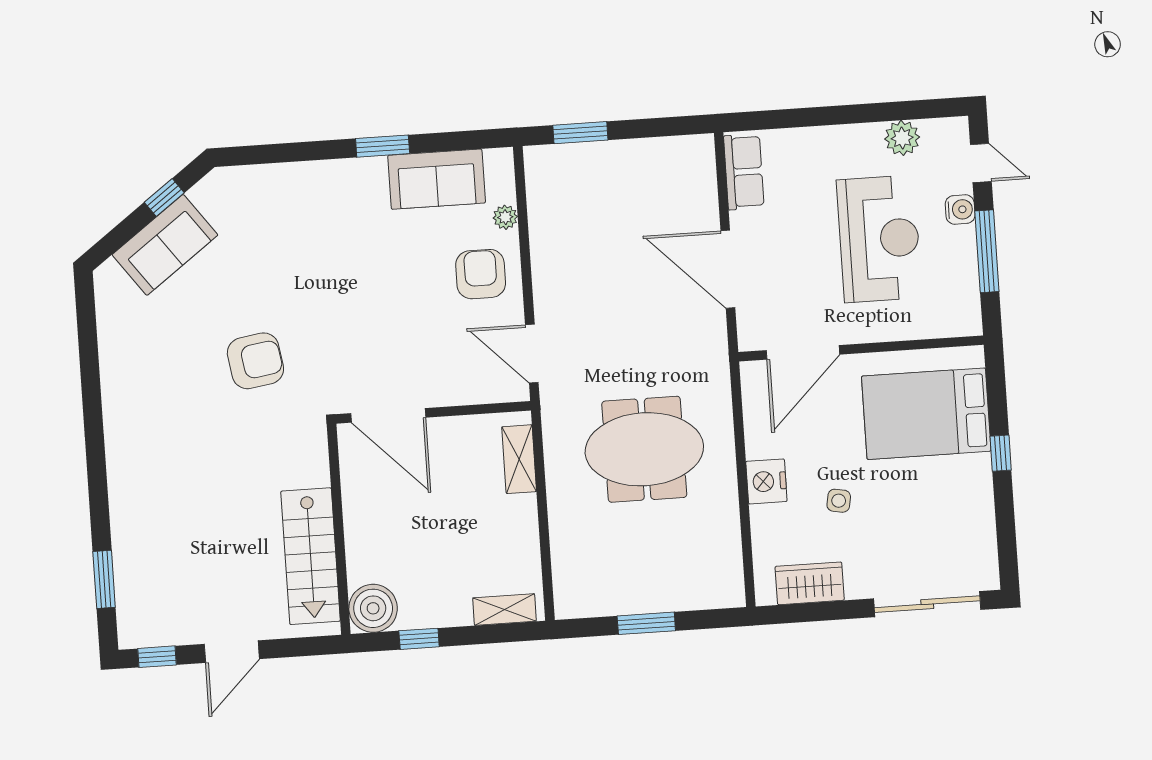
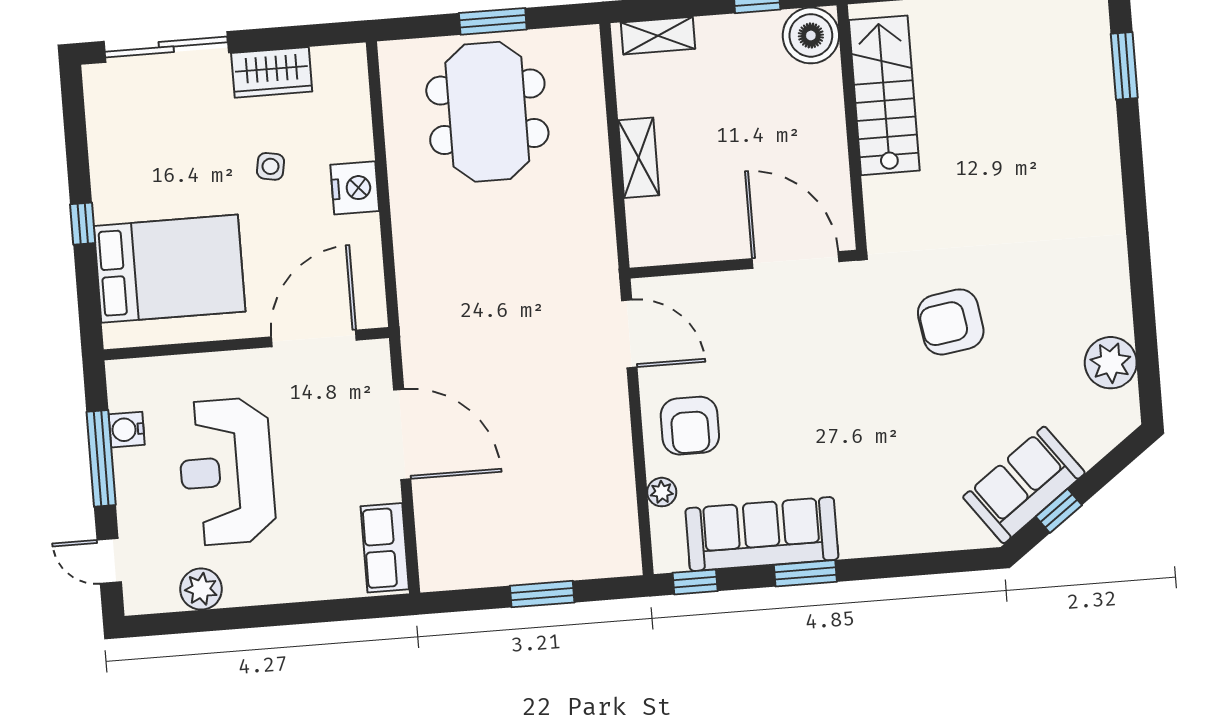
window: (580, 133) -> (542, 594), moved
window: (477, 140) -> (695, 582), added
sofa: (437, 179) -> (762, 534), width x1.36
water cooler: (960, 209) -> (127, 430), moved
sofa: (165, 245) -> (1024, 485), moved
plant: (118, 324) -> (1111, 363), added
meeting table: (644, 449) -> (487, 112), moved, turned 90
shelving: (519, 459) -> (639, 158), moved
wardrobe: (810, 583) -> (272, 72), moved

